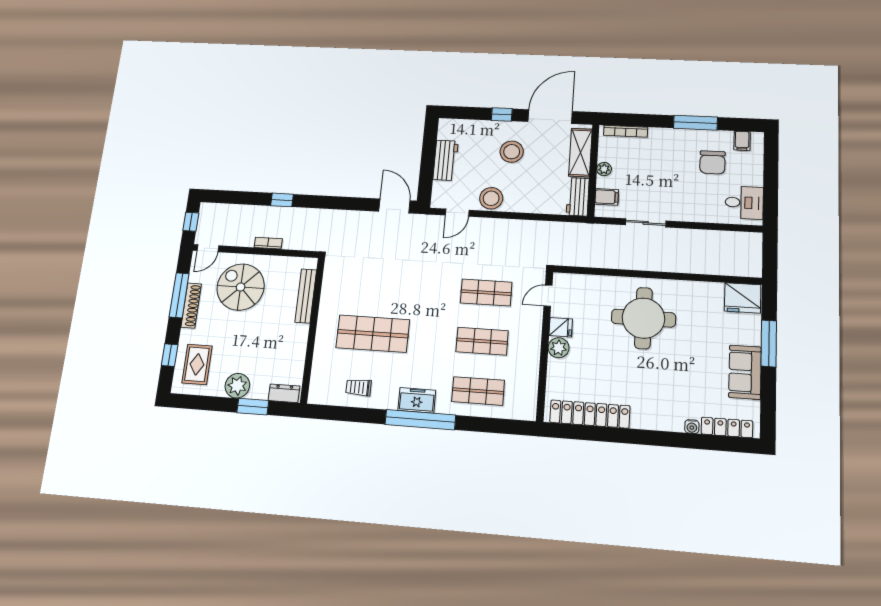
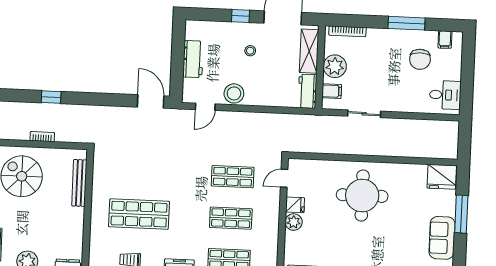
stool: (512, 152) -> (250, 51), width x0.53, depth x0.53
plant: (604, 169) -> (335, 66), width x1.88, depth x1.88

